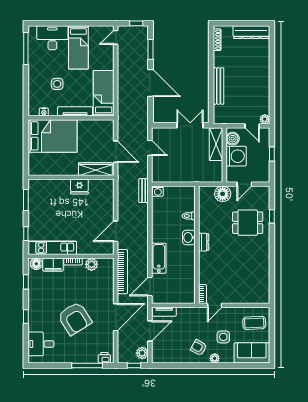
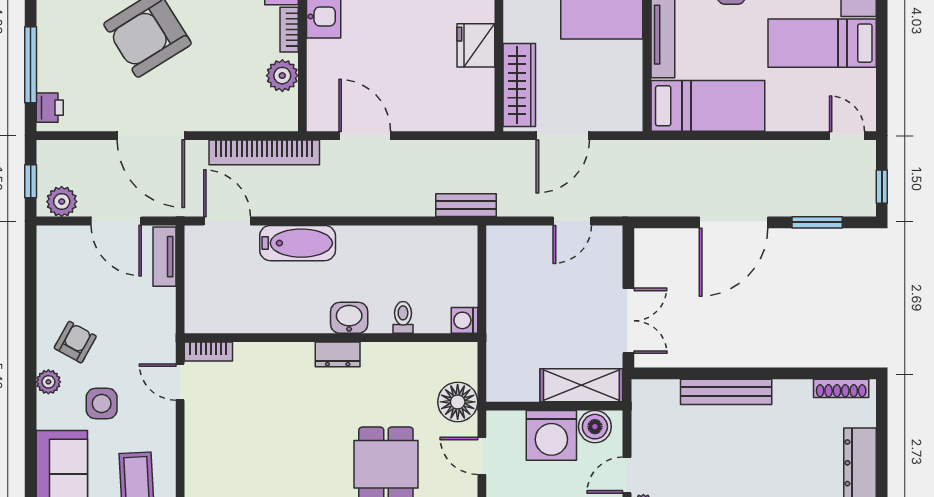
washing machine: (158, 191) -> (464, 320), moved

